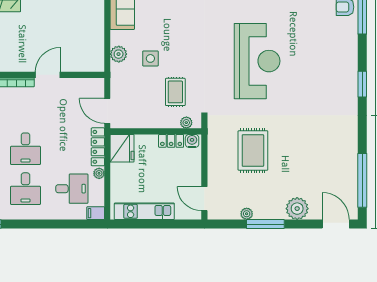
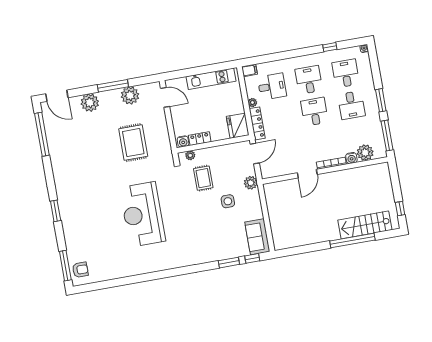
plant: (119, 54) -> (251, 183), moved
door: (107, 111) -> (255, 153), hinge flipped
desk: (72, 189) -> (272, 86), turned 180
plant: (247, 214) -> (130, 95), width x1.88, depth x1.88

